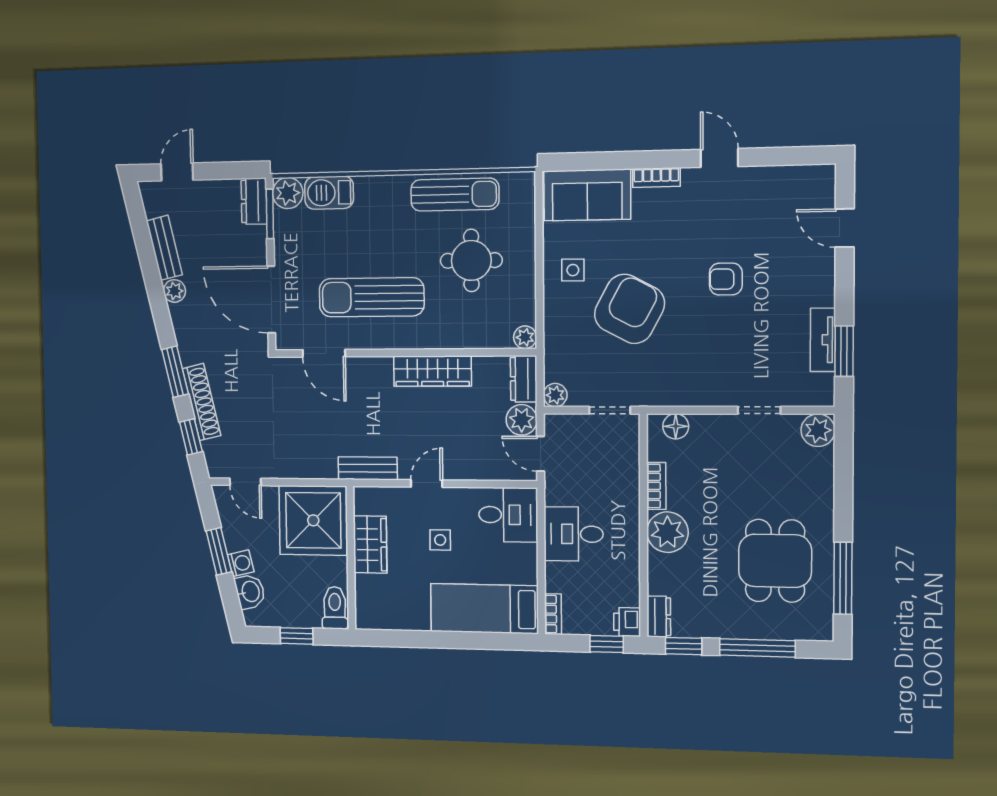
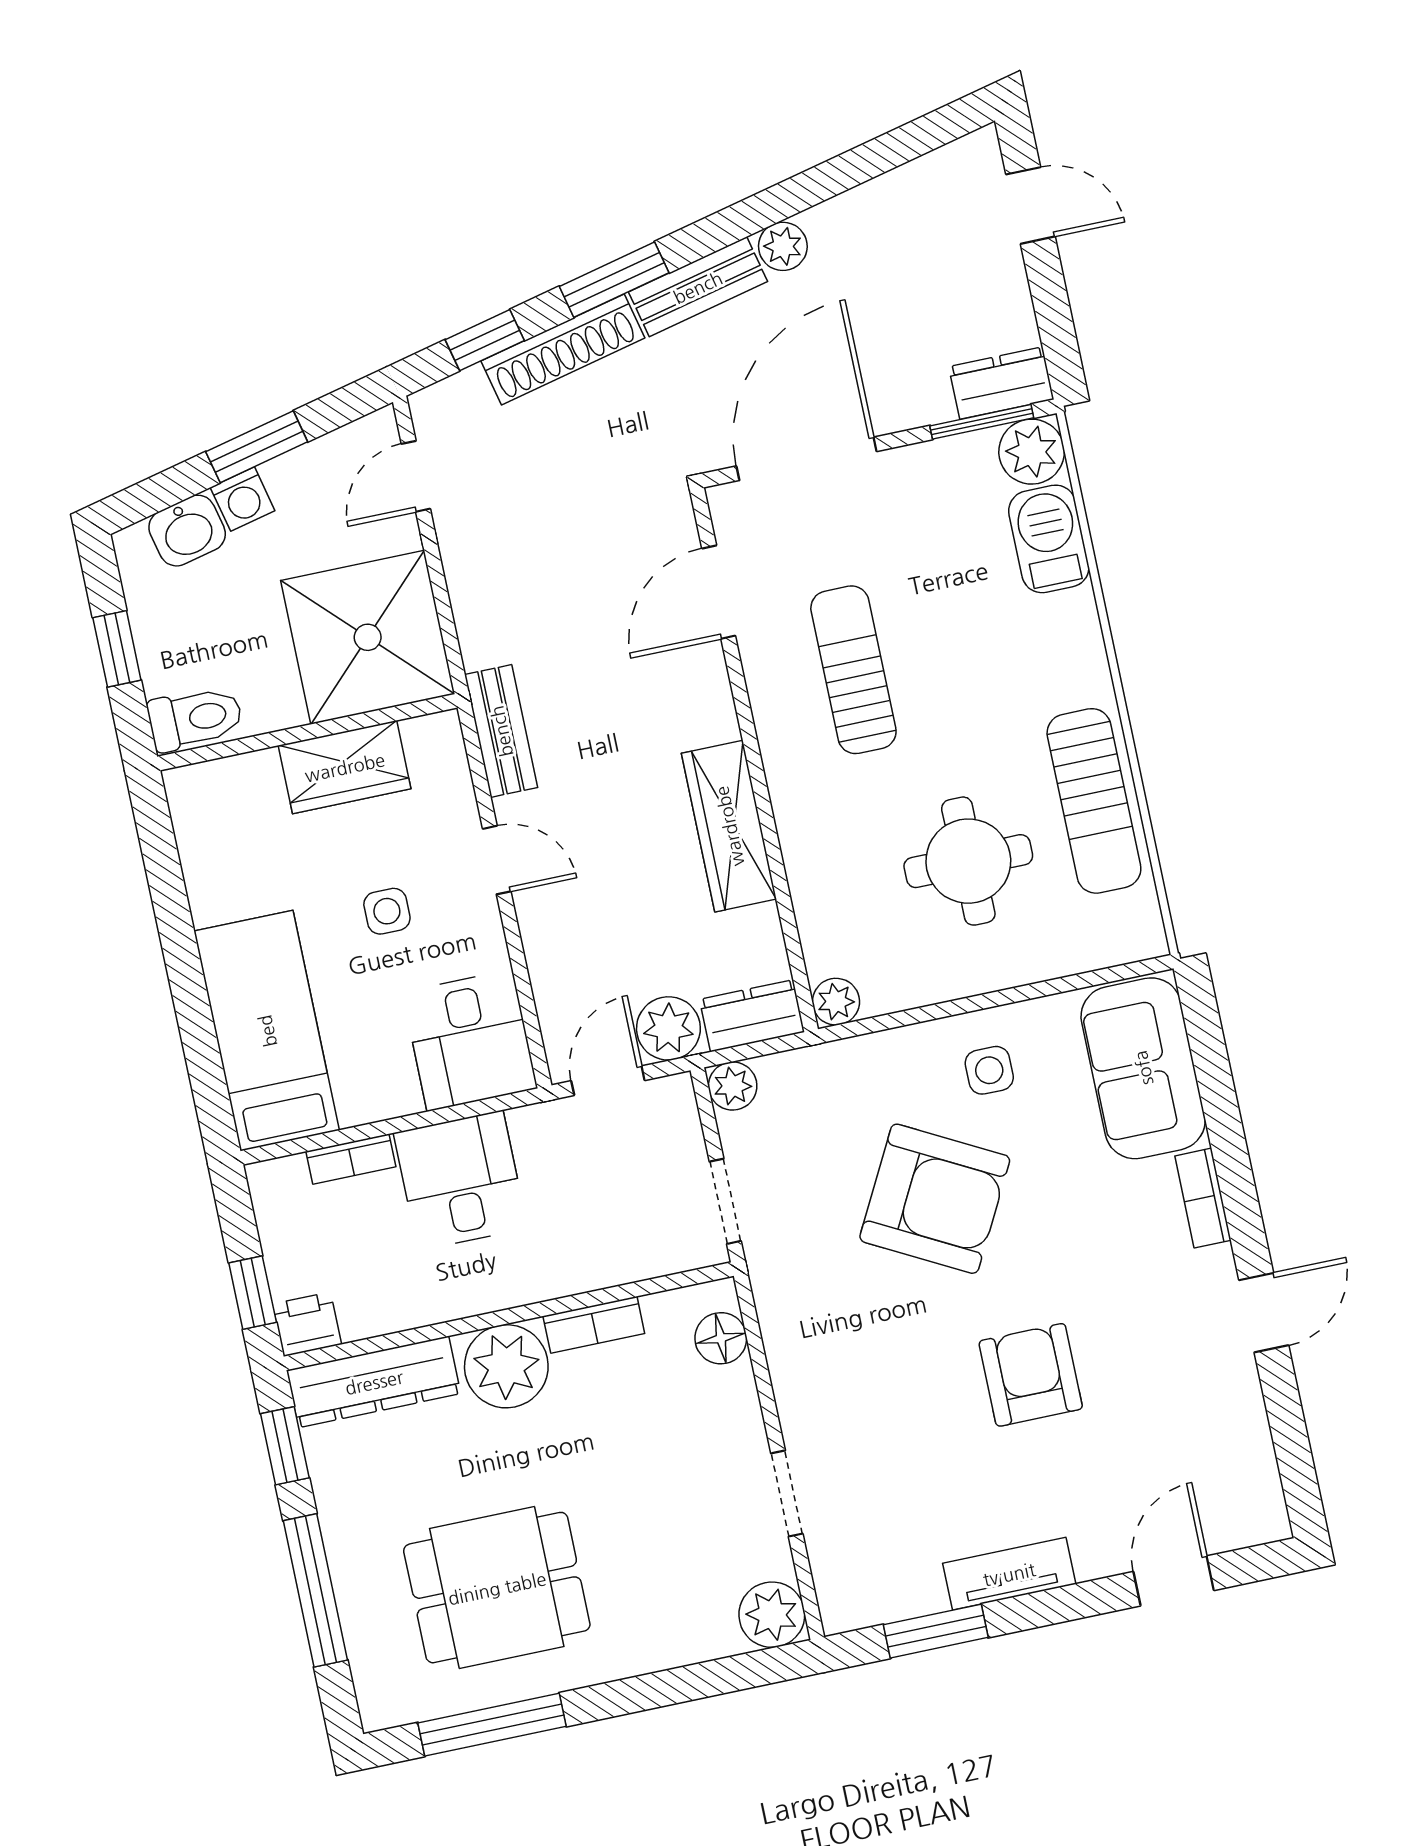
bench: (164, 248) -> (698, 287), moved
armchair: (726, 279) -> (1031, 1375), width x1.38, depth x1.38
sun lounger: (372, 297) -> (853, 670), width x0.73, depth x0.75
tv unit: (823, 340) -> (1009, 1574), moved
bookcase: (553, 614) -> (351, 1159), moved
dresser: (659, 617) -> (374, 1382), width x1.96, depth x1.24

